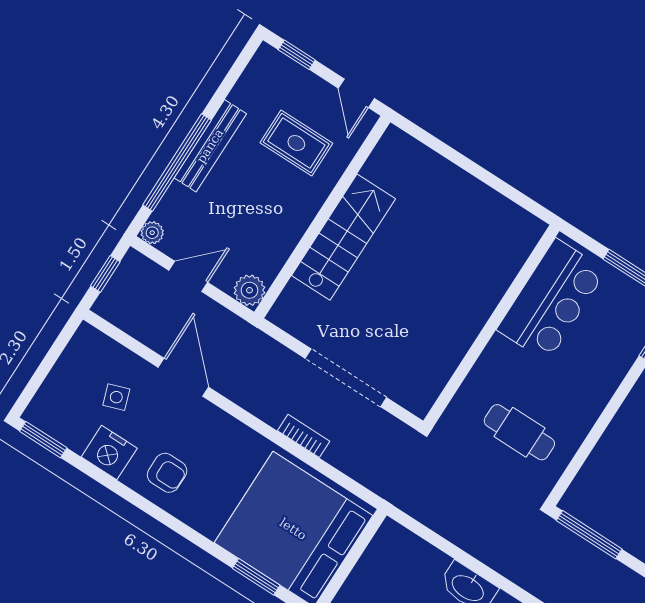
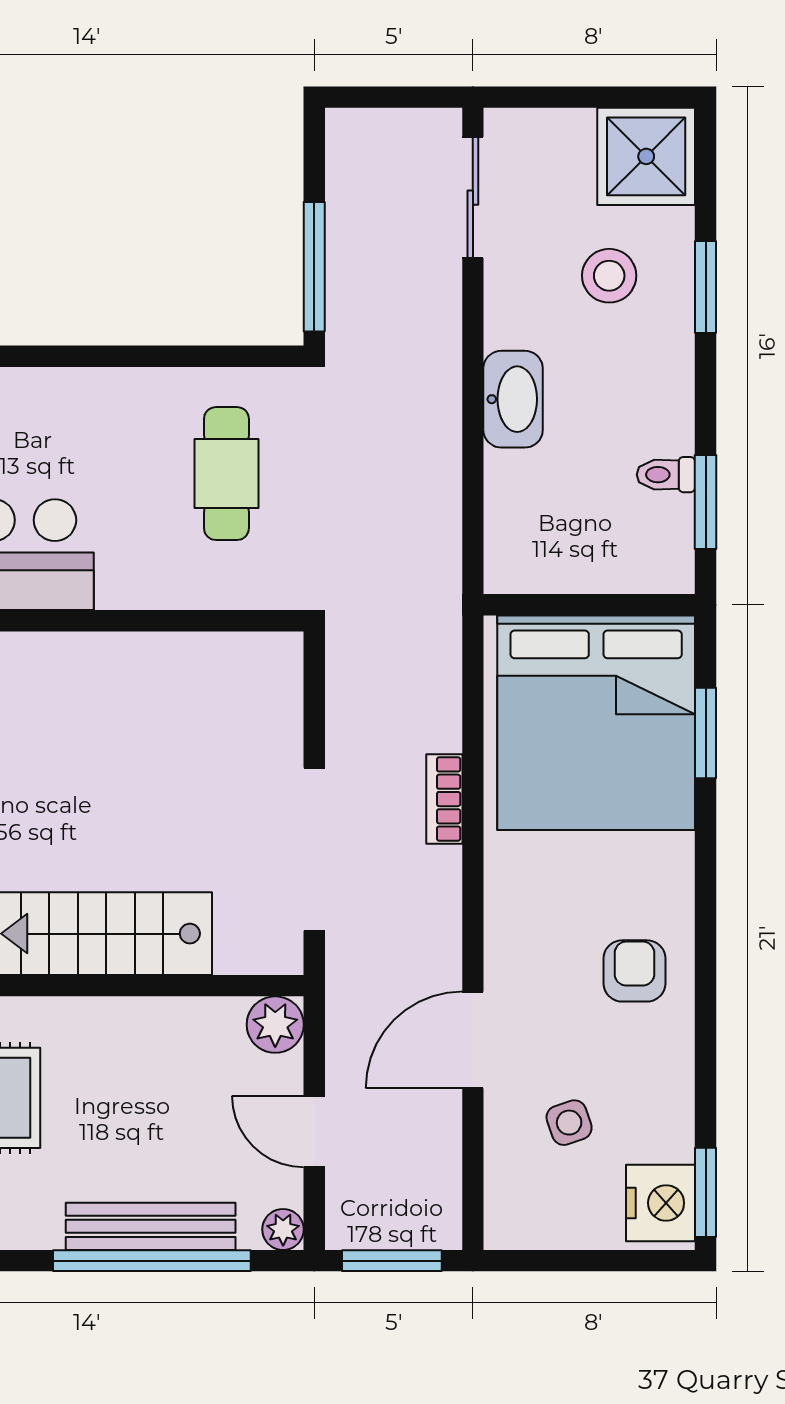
bench: (210, 146) -> (151, 1226), moved
window: (105, 274) -> (392, 1261), width x1.50
doorway: (346, 378) -> (314, 849), moved
nightstand: (109, 453) -> (661, 1203), moved

